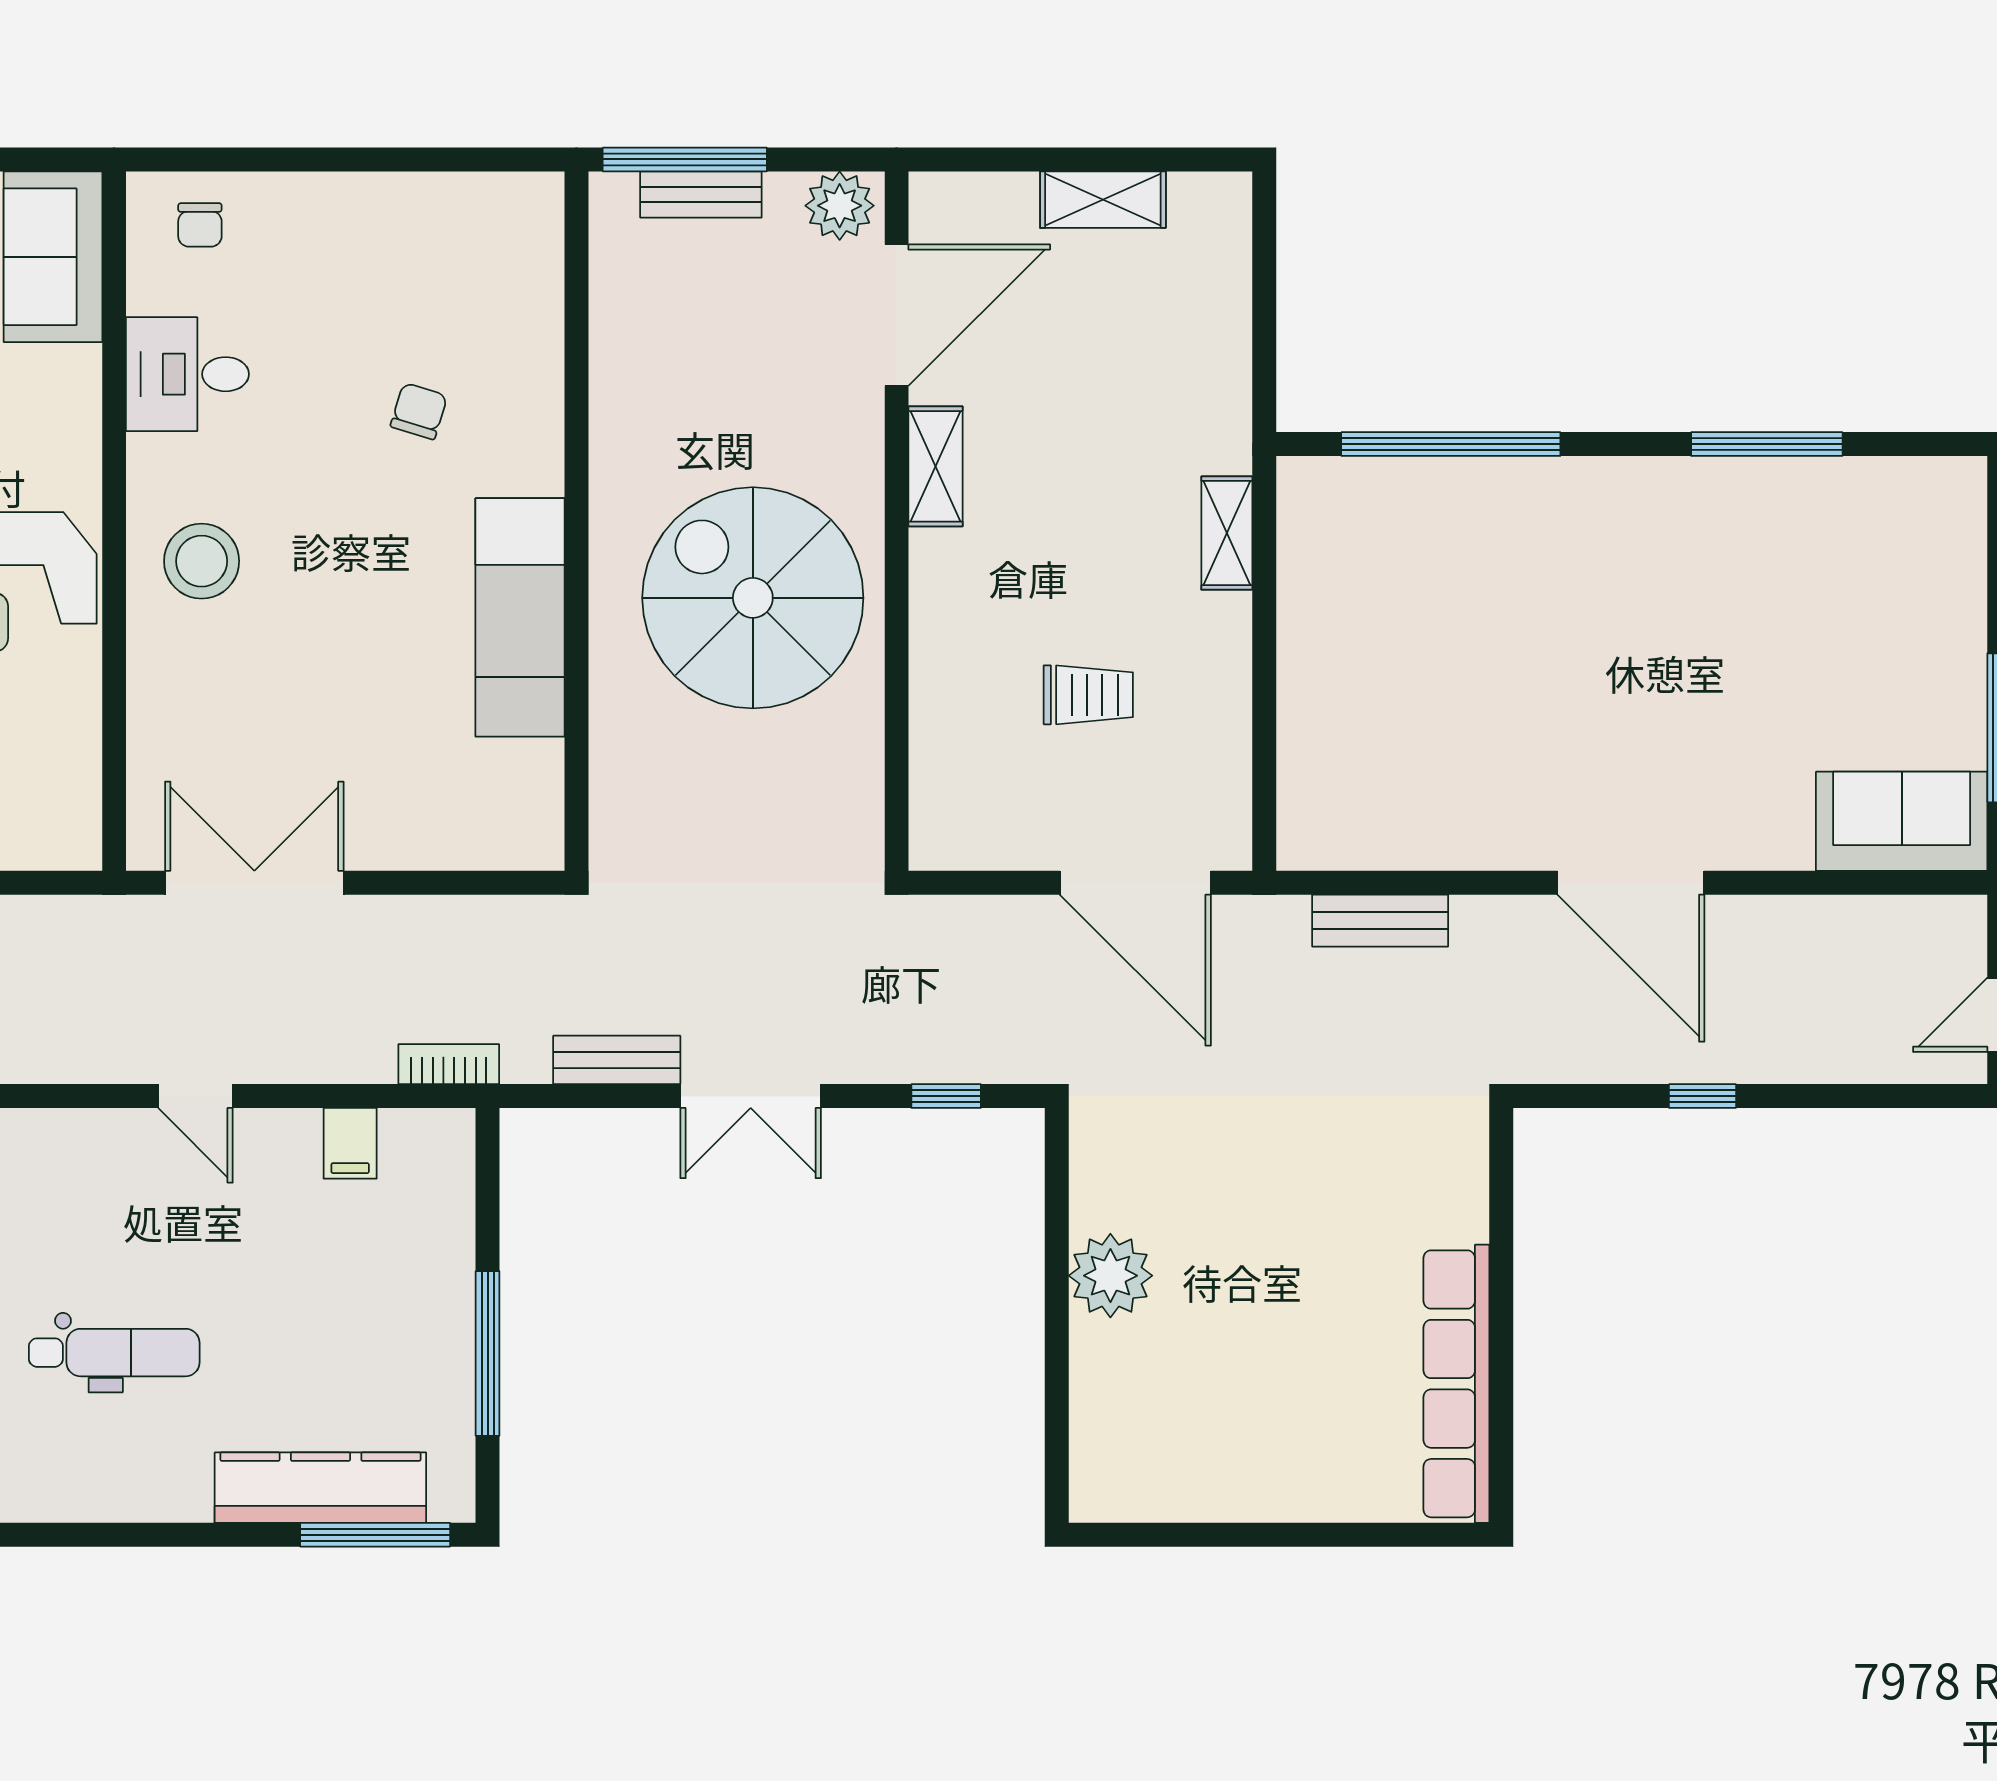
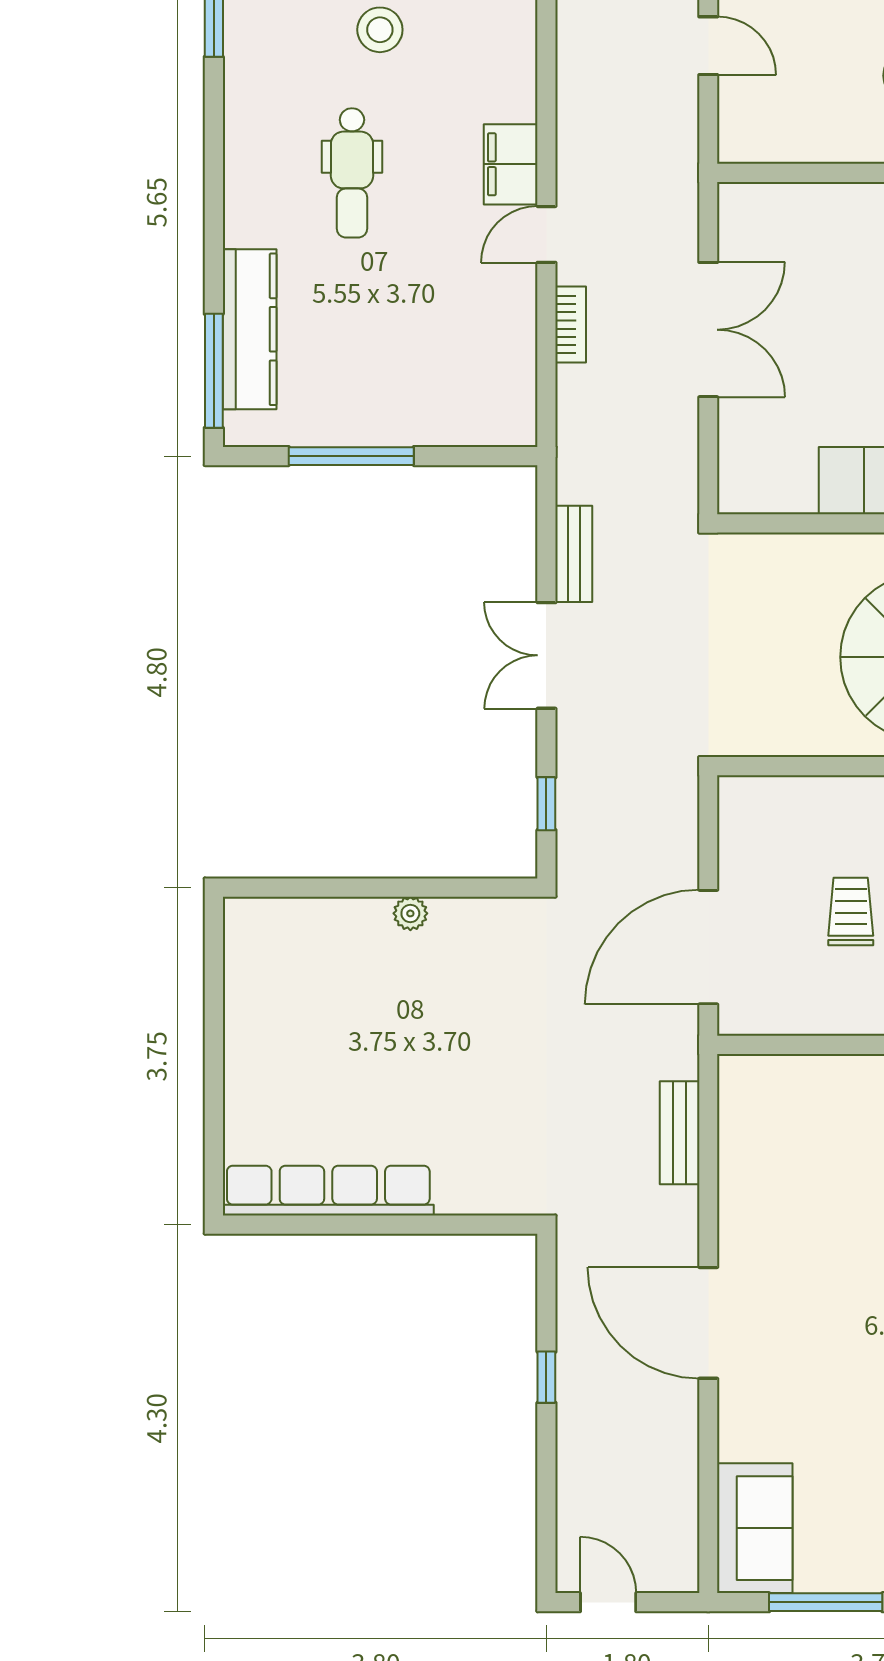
trolley: (1088, 695) -> (851, 911), turned 180
double door: (254, 883) -> (708, 330), moved
door: (1631, 883) -> (708, 1323), hinge flipped
bookcase: (449, 1064) -> (571, 324), moved
filing cabinet: (350, 1143) -> (511, 164), moved, width x2.00
plant: (1110, 1276) -> (410, 913), width x0.53, depth x0.53

